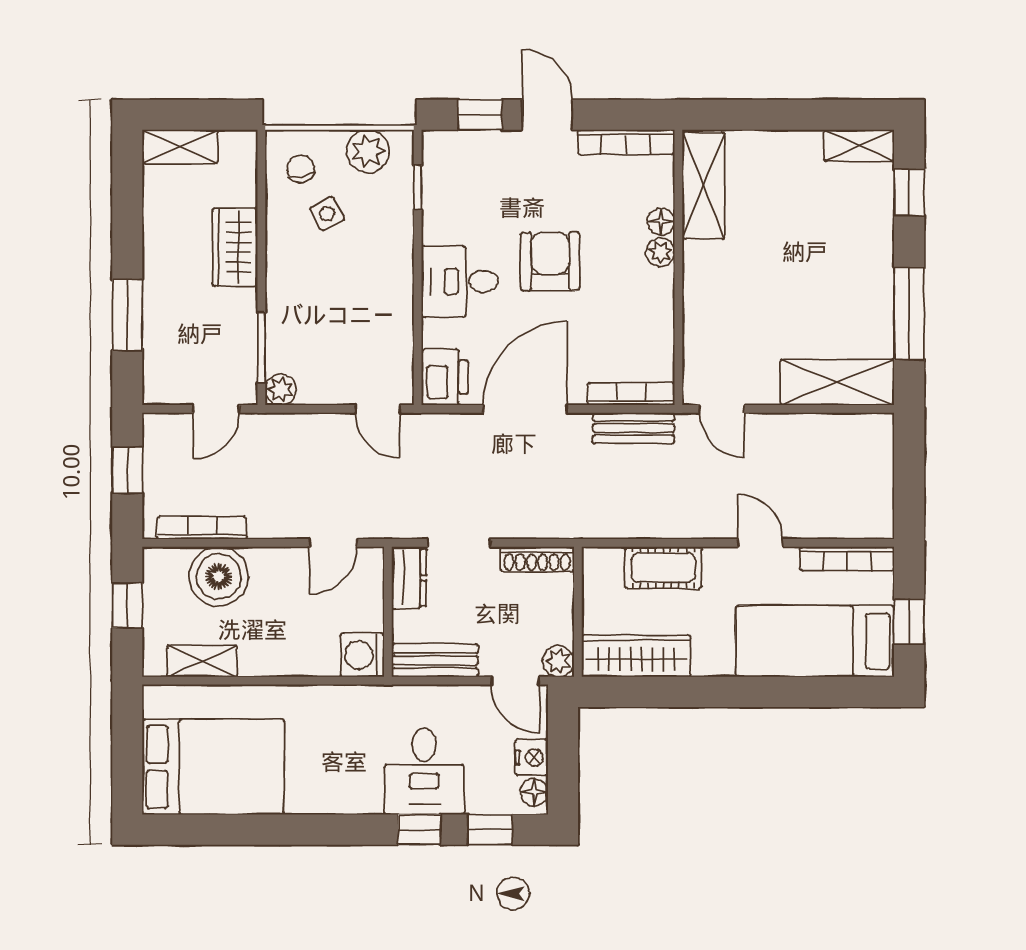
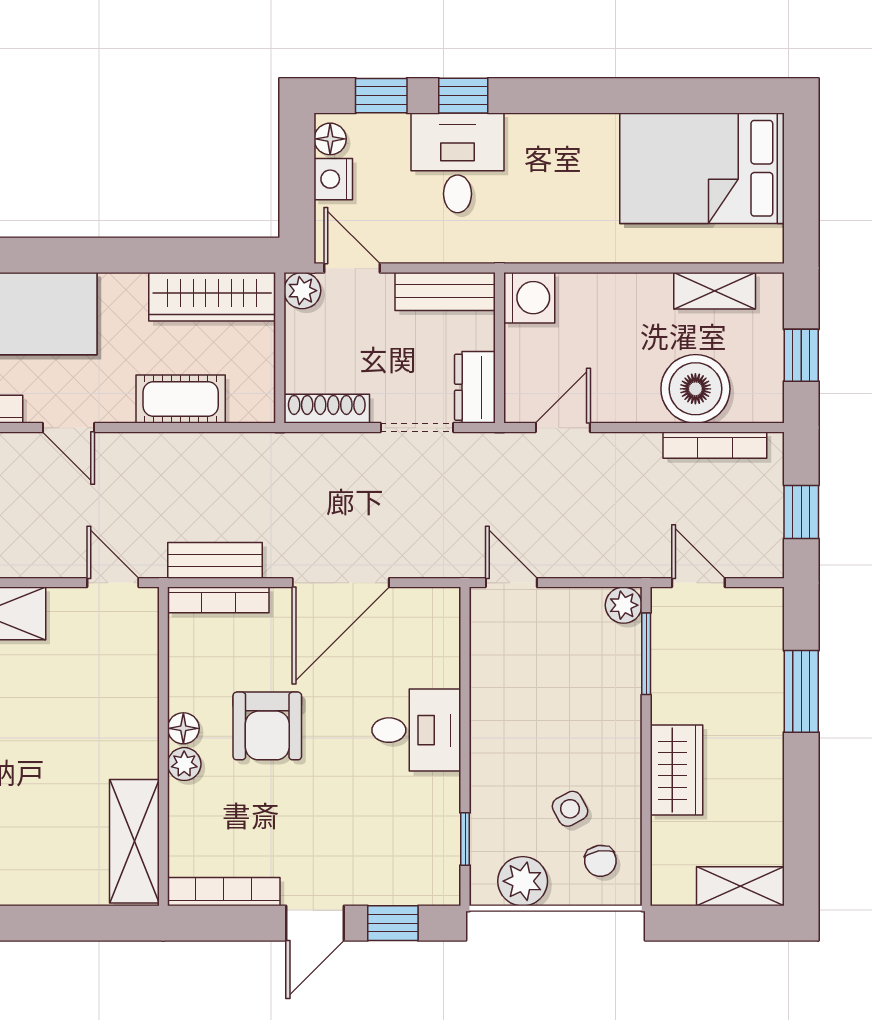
door: (547, 115) -> (315, 923), hinge flipped
floor lamp: (661, 221) -> (183, 728), moved
armchair: (550, 261) -> (267, 726), moved
printer: (445, 377) -> (434, 620), removed
door: (216, 409) -> (698, 583), hinge flipped

